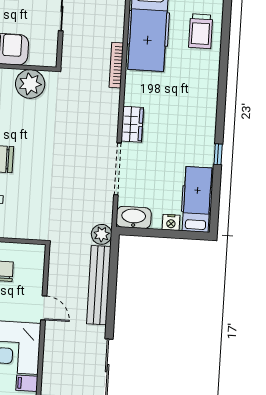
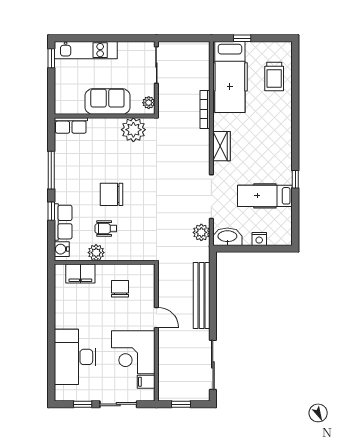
plant: (50, 53) -> (149, 103), added
wardrobe: (132, 124) -> (221, 146), moved
hospital bed: (197, 199) -> (265, 196), moved, turned -90
plant: (102, 234) -> (201, 232), moved

